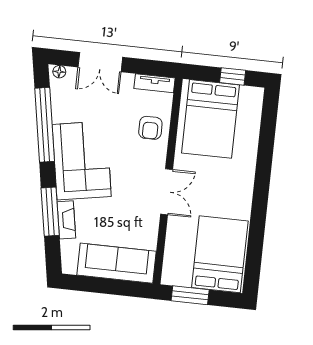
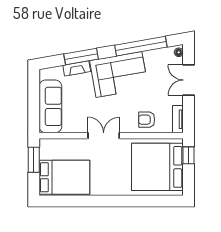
window: (233, 76) -> (188, 155), moved
bed: (211, 119) -> (157, 167), width x1.36
double door: (167, 192) -> (104, 136), swing flipped

